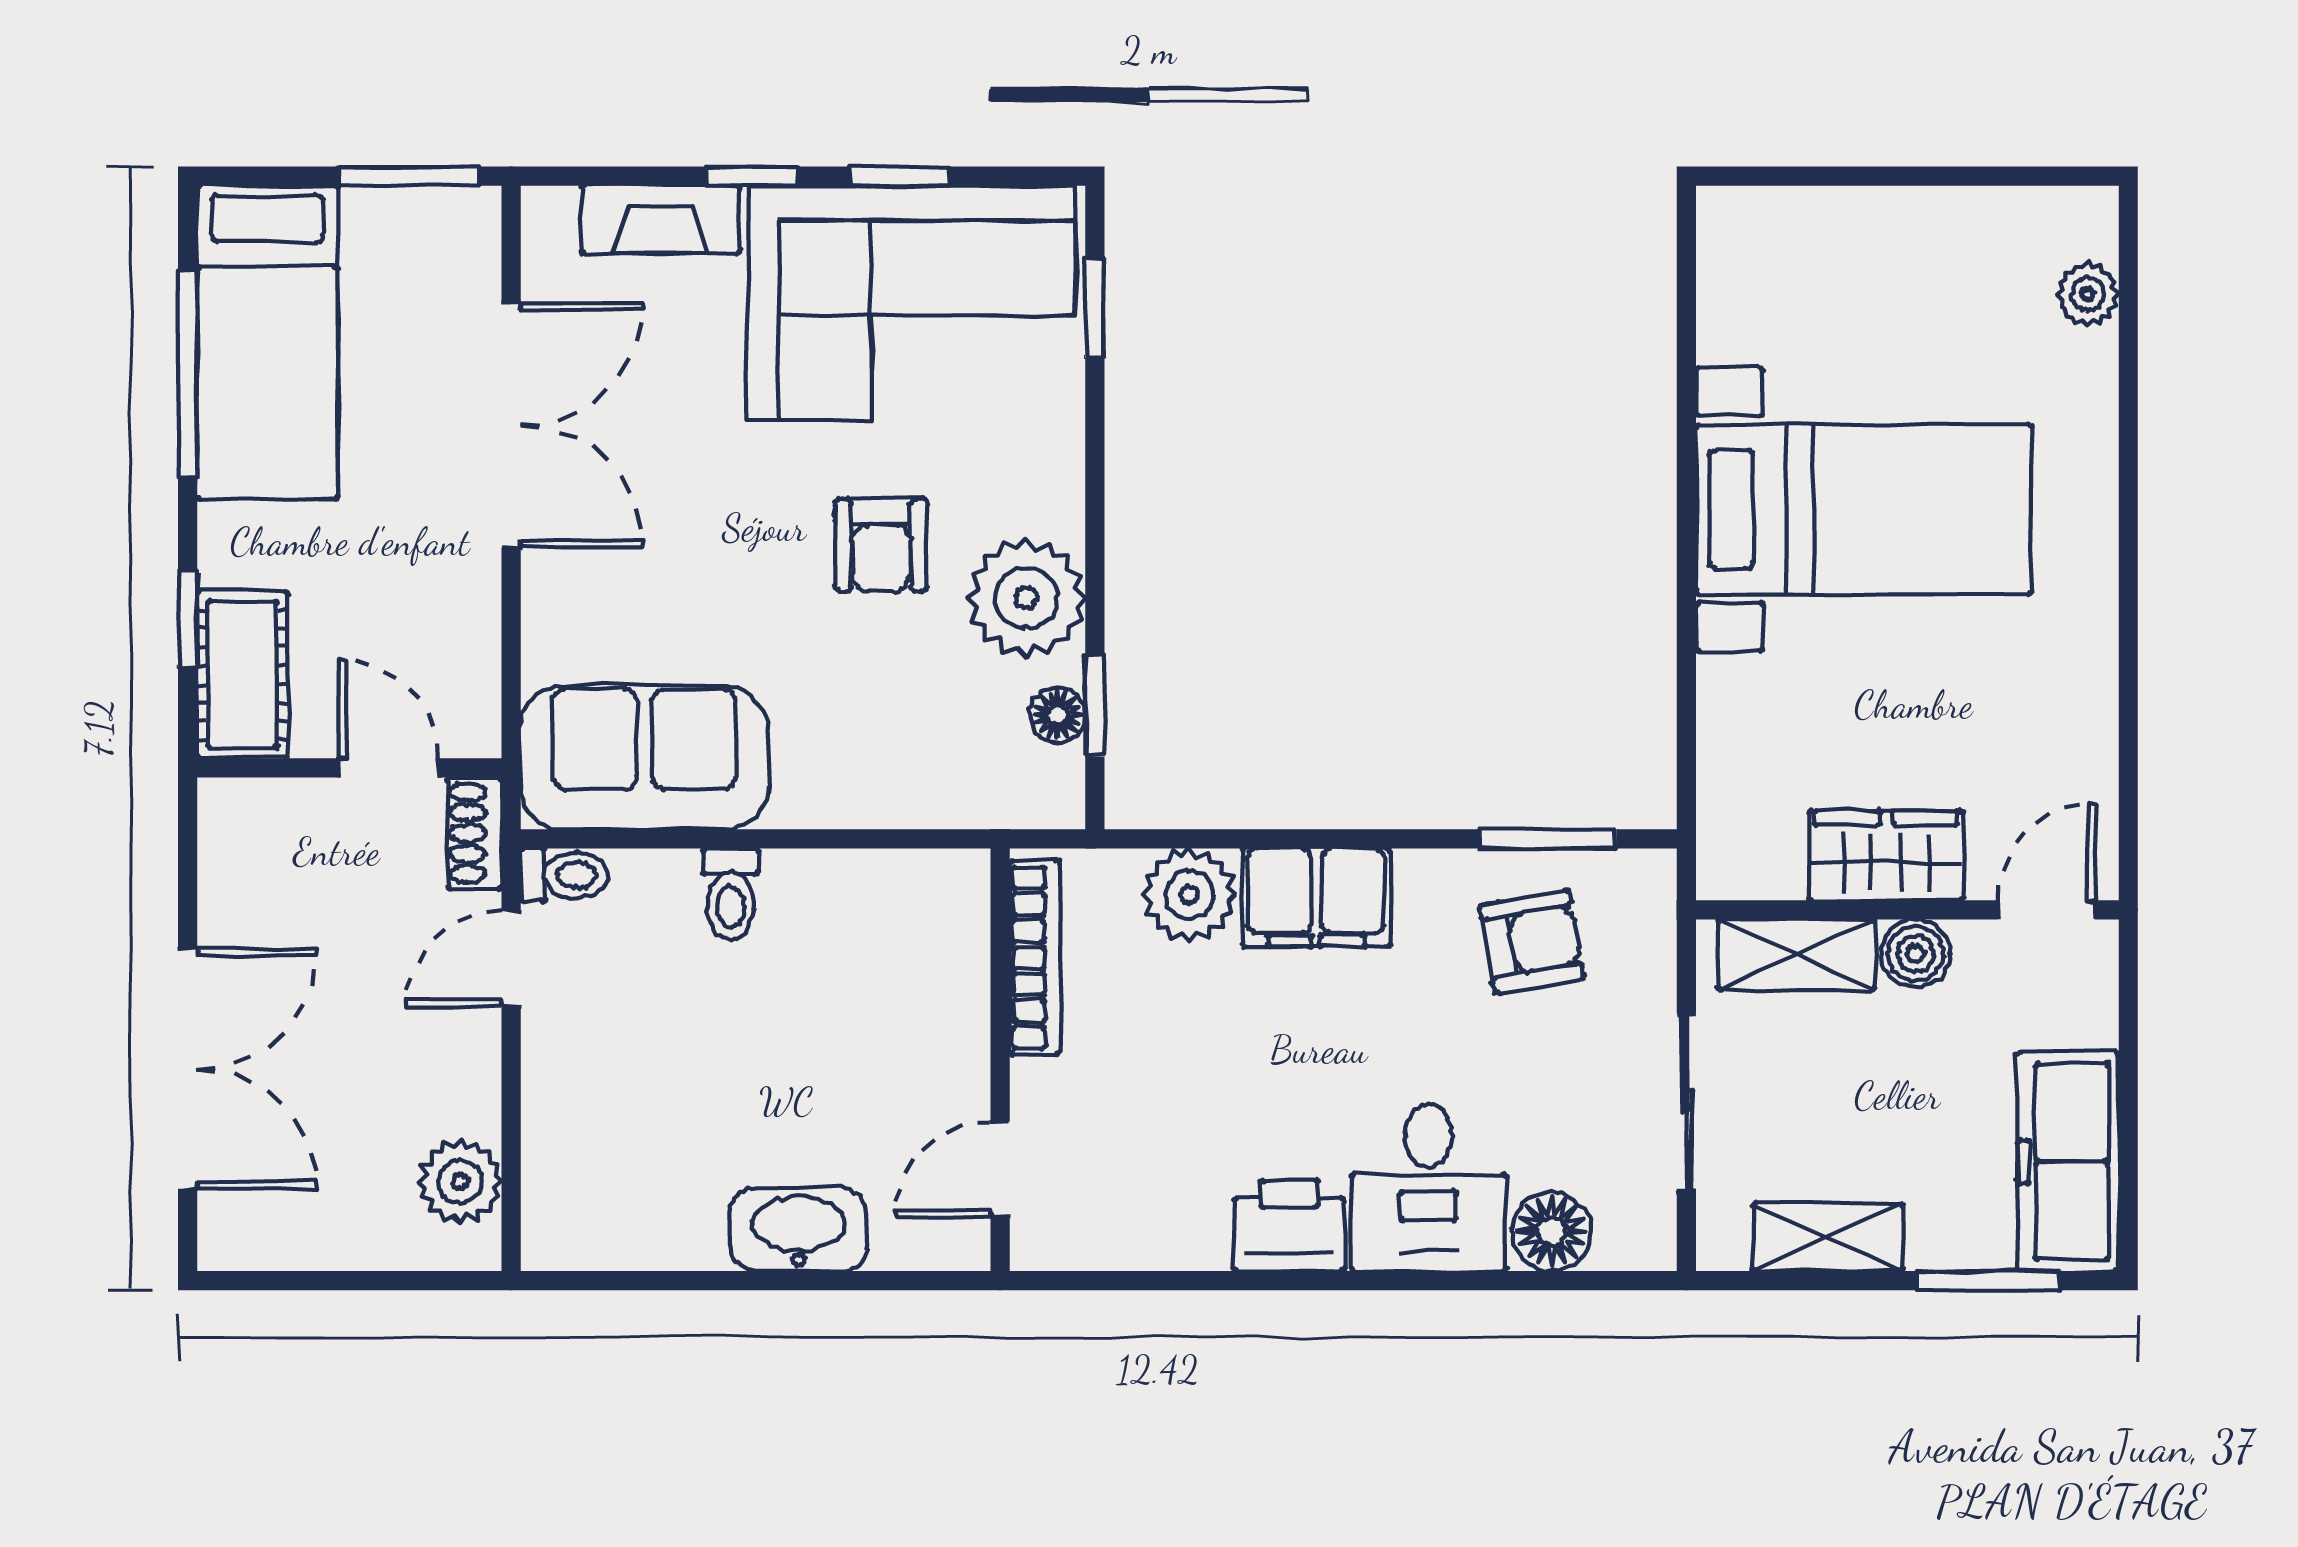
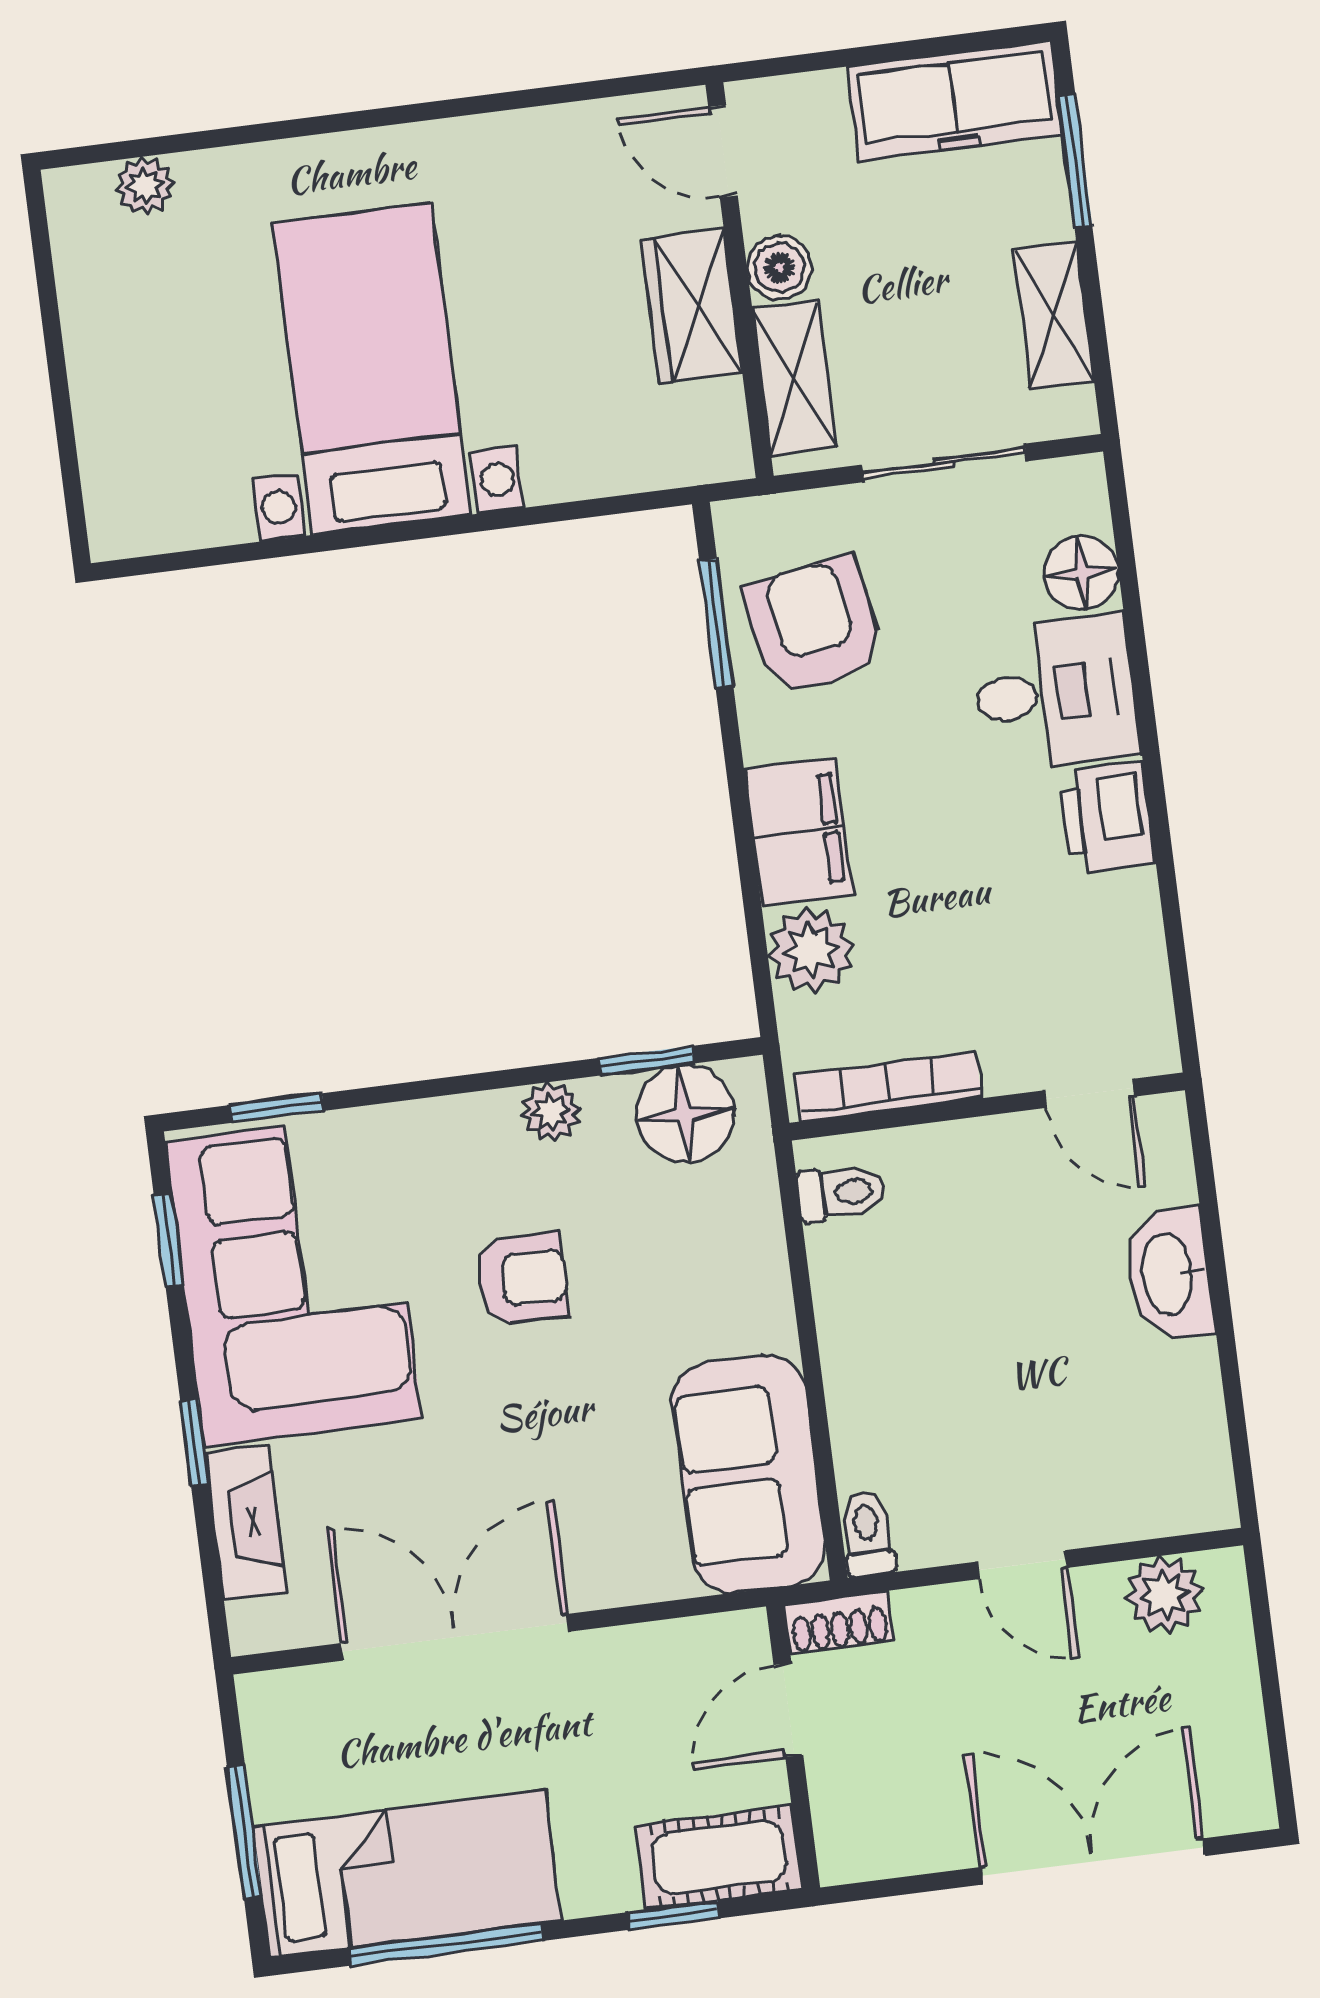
window: (409, 176) -> (244, 1832), moved
window: (900, 176) -> (169, 1240), moved
plant: (1026, 598) -> (551, 1112), width x0.53, depth x0.53
floor lamp: (1058, 715) -> (685, 1114), width x1.89, depth x1.89
toilet: (731, 894) -> (842, 1193), moved
armchair: (1532, 942) -> (814, 626), width x1.38, depth x1.38
door: (511, 959) -> (1022, 1565), moved

